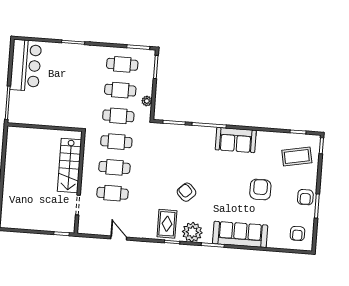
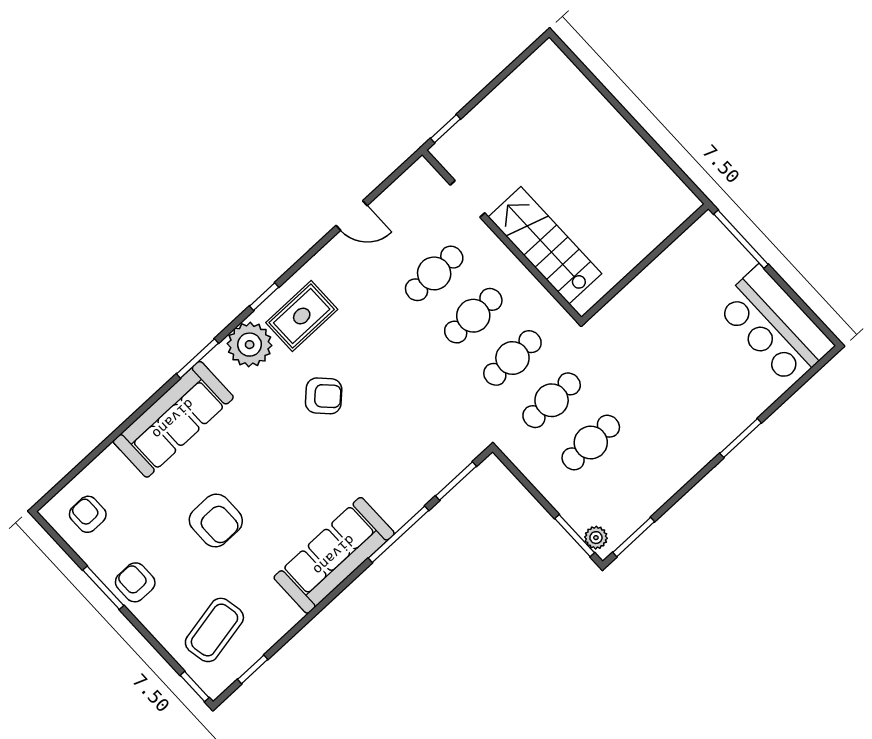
cafe table: (122, 64) -> (630, 485), removed
plant: (147, 101) -> (596, 538), moved
sofa: (236, 140) -> (334, 555), width x1.36
rug: (167, 224) -> (302, 316), turned 90

